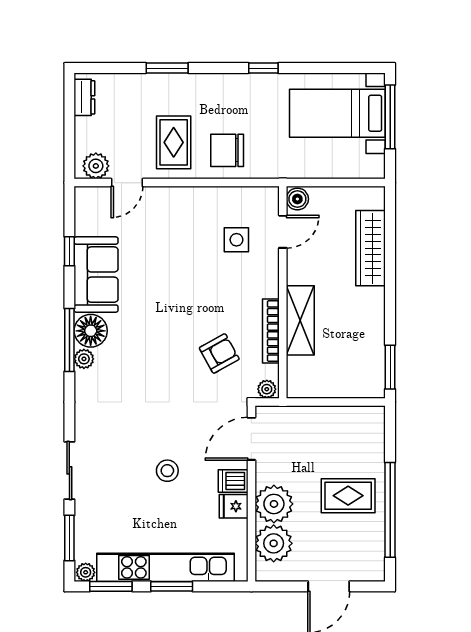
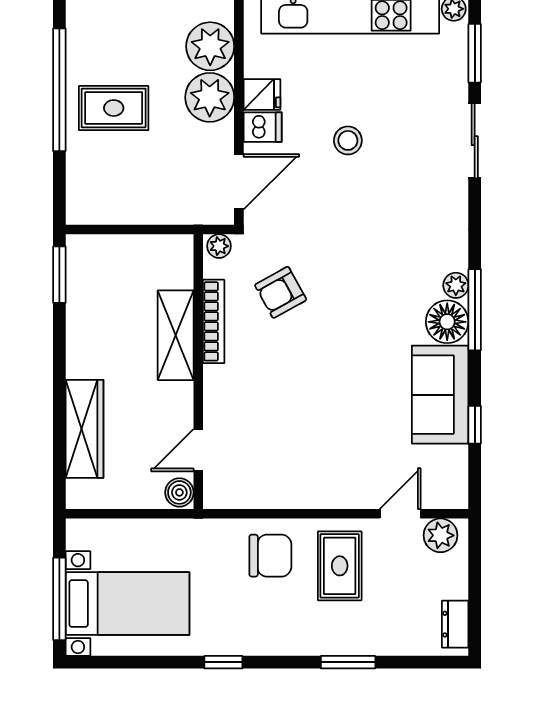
side table: (236, 240) -> (258, 440), removed

